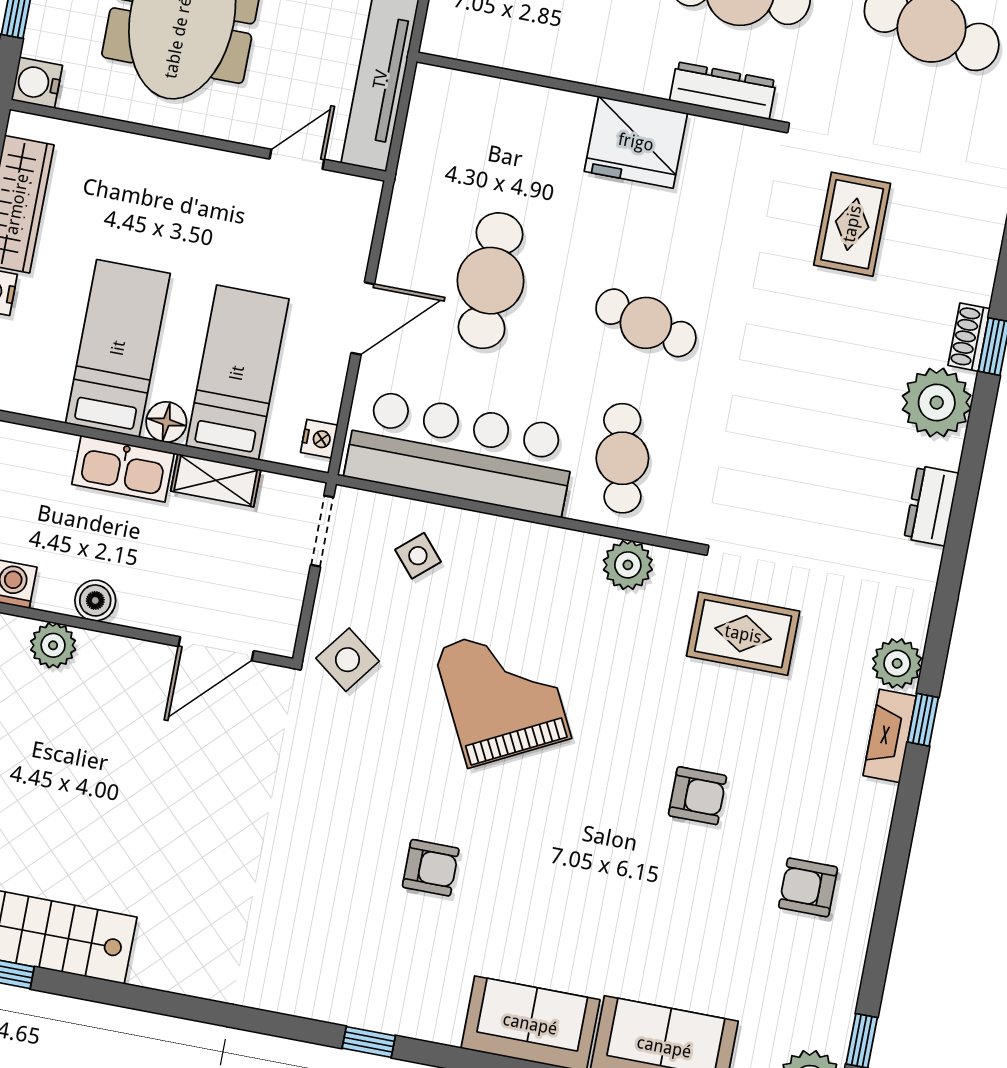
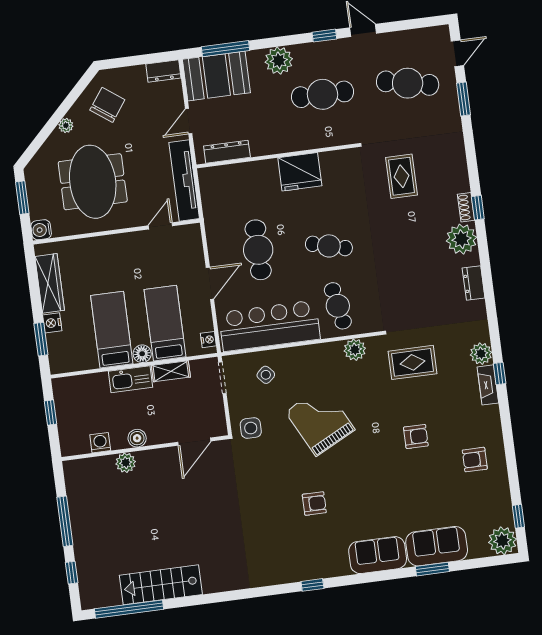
dresser: (723, 91) -> (227, 152), moved
side table: (347, 660) -> (251, 428), turned -37

